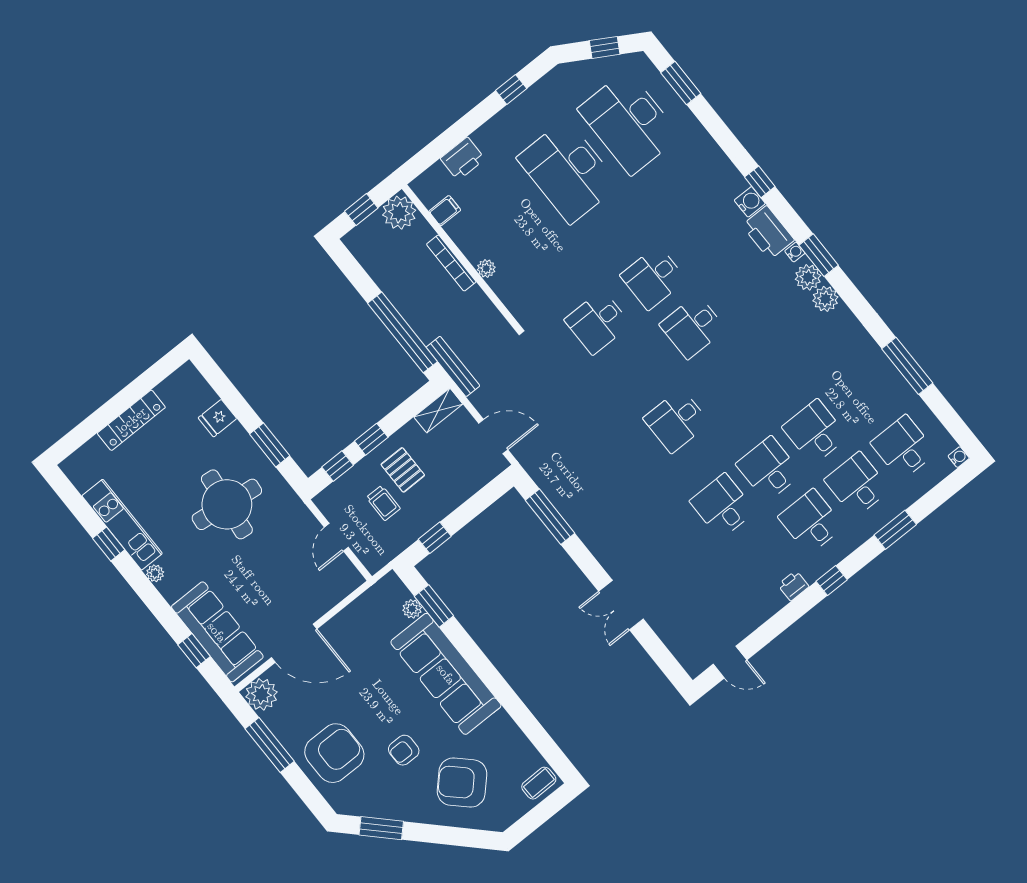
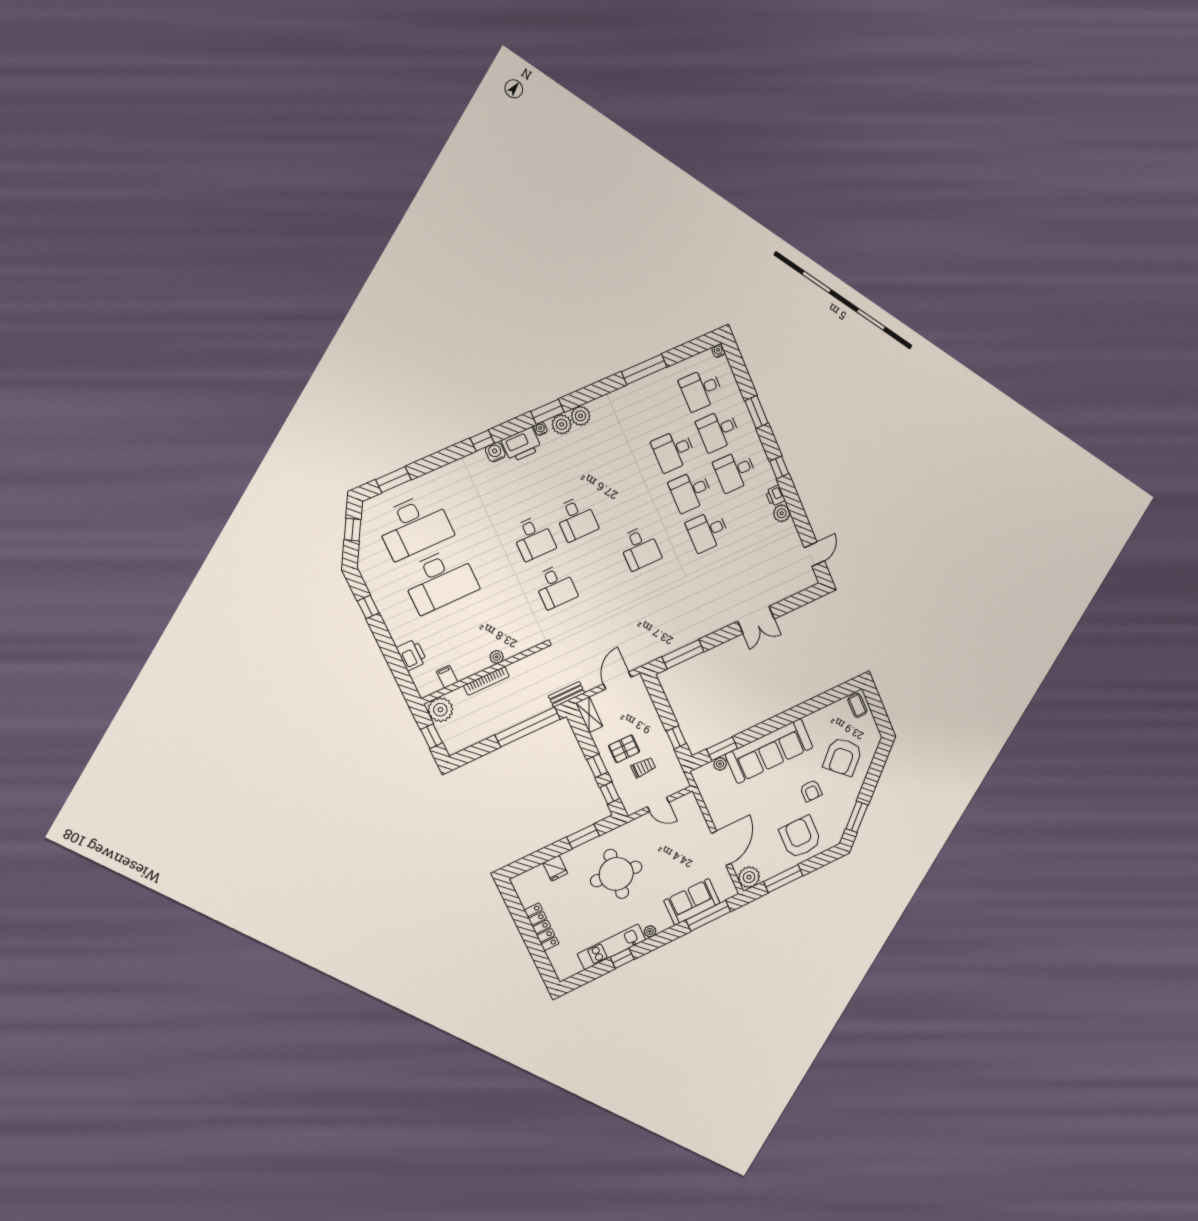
bench: (453, 366) -> (567, 694), width x0.73
plant: (772, 601) -> (782, 513), added
sofa: (217, 632) -> (692, 902), width x0.73
window: (194, 651) -> (708, 916), width x2.17

